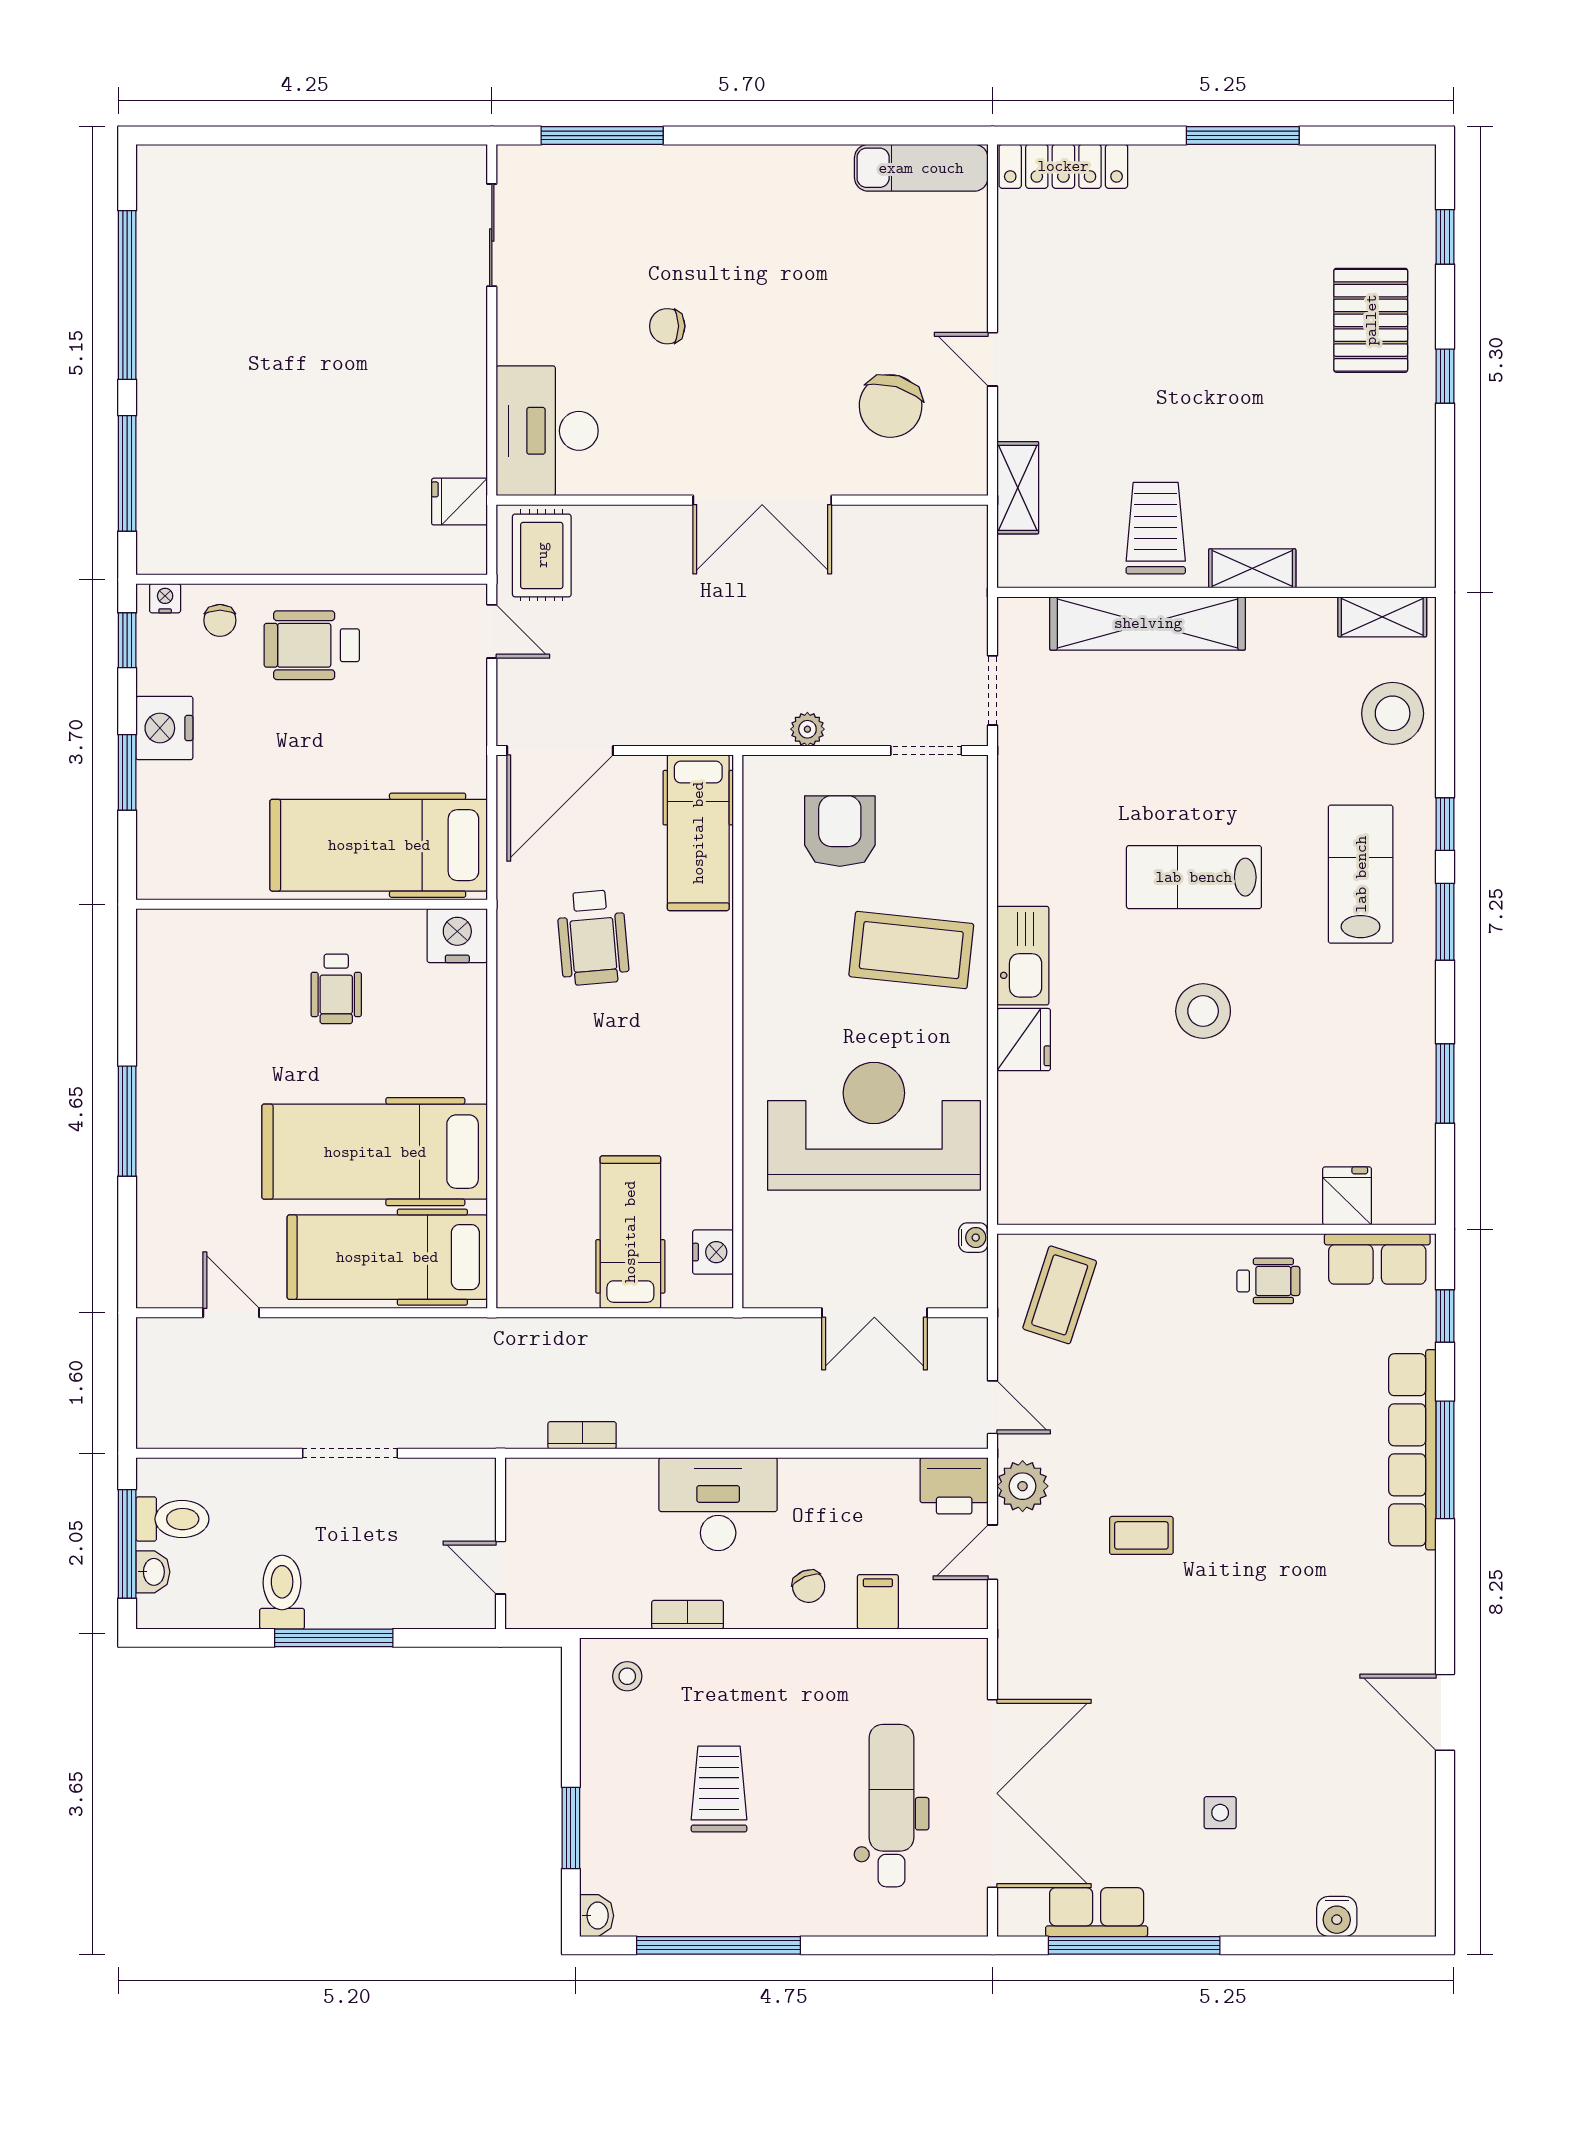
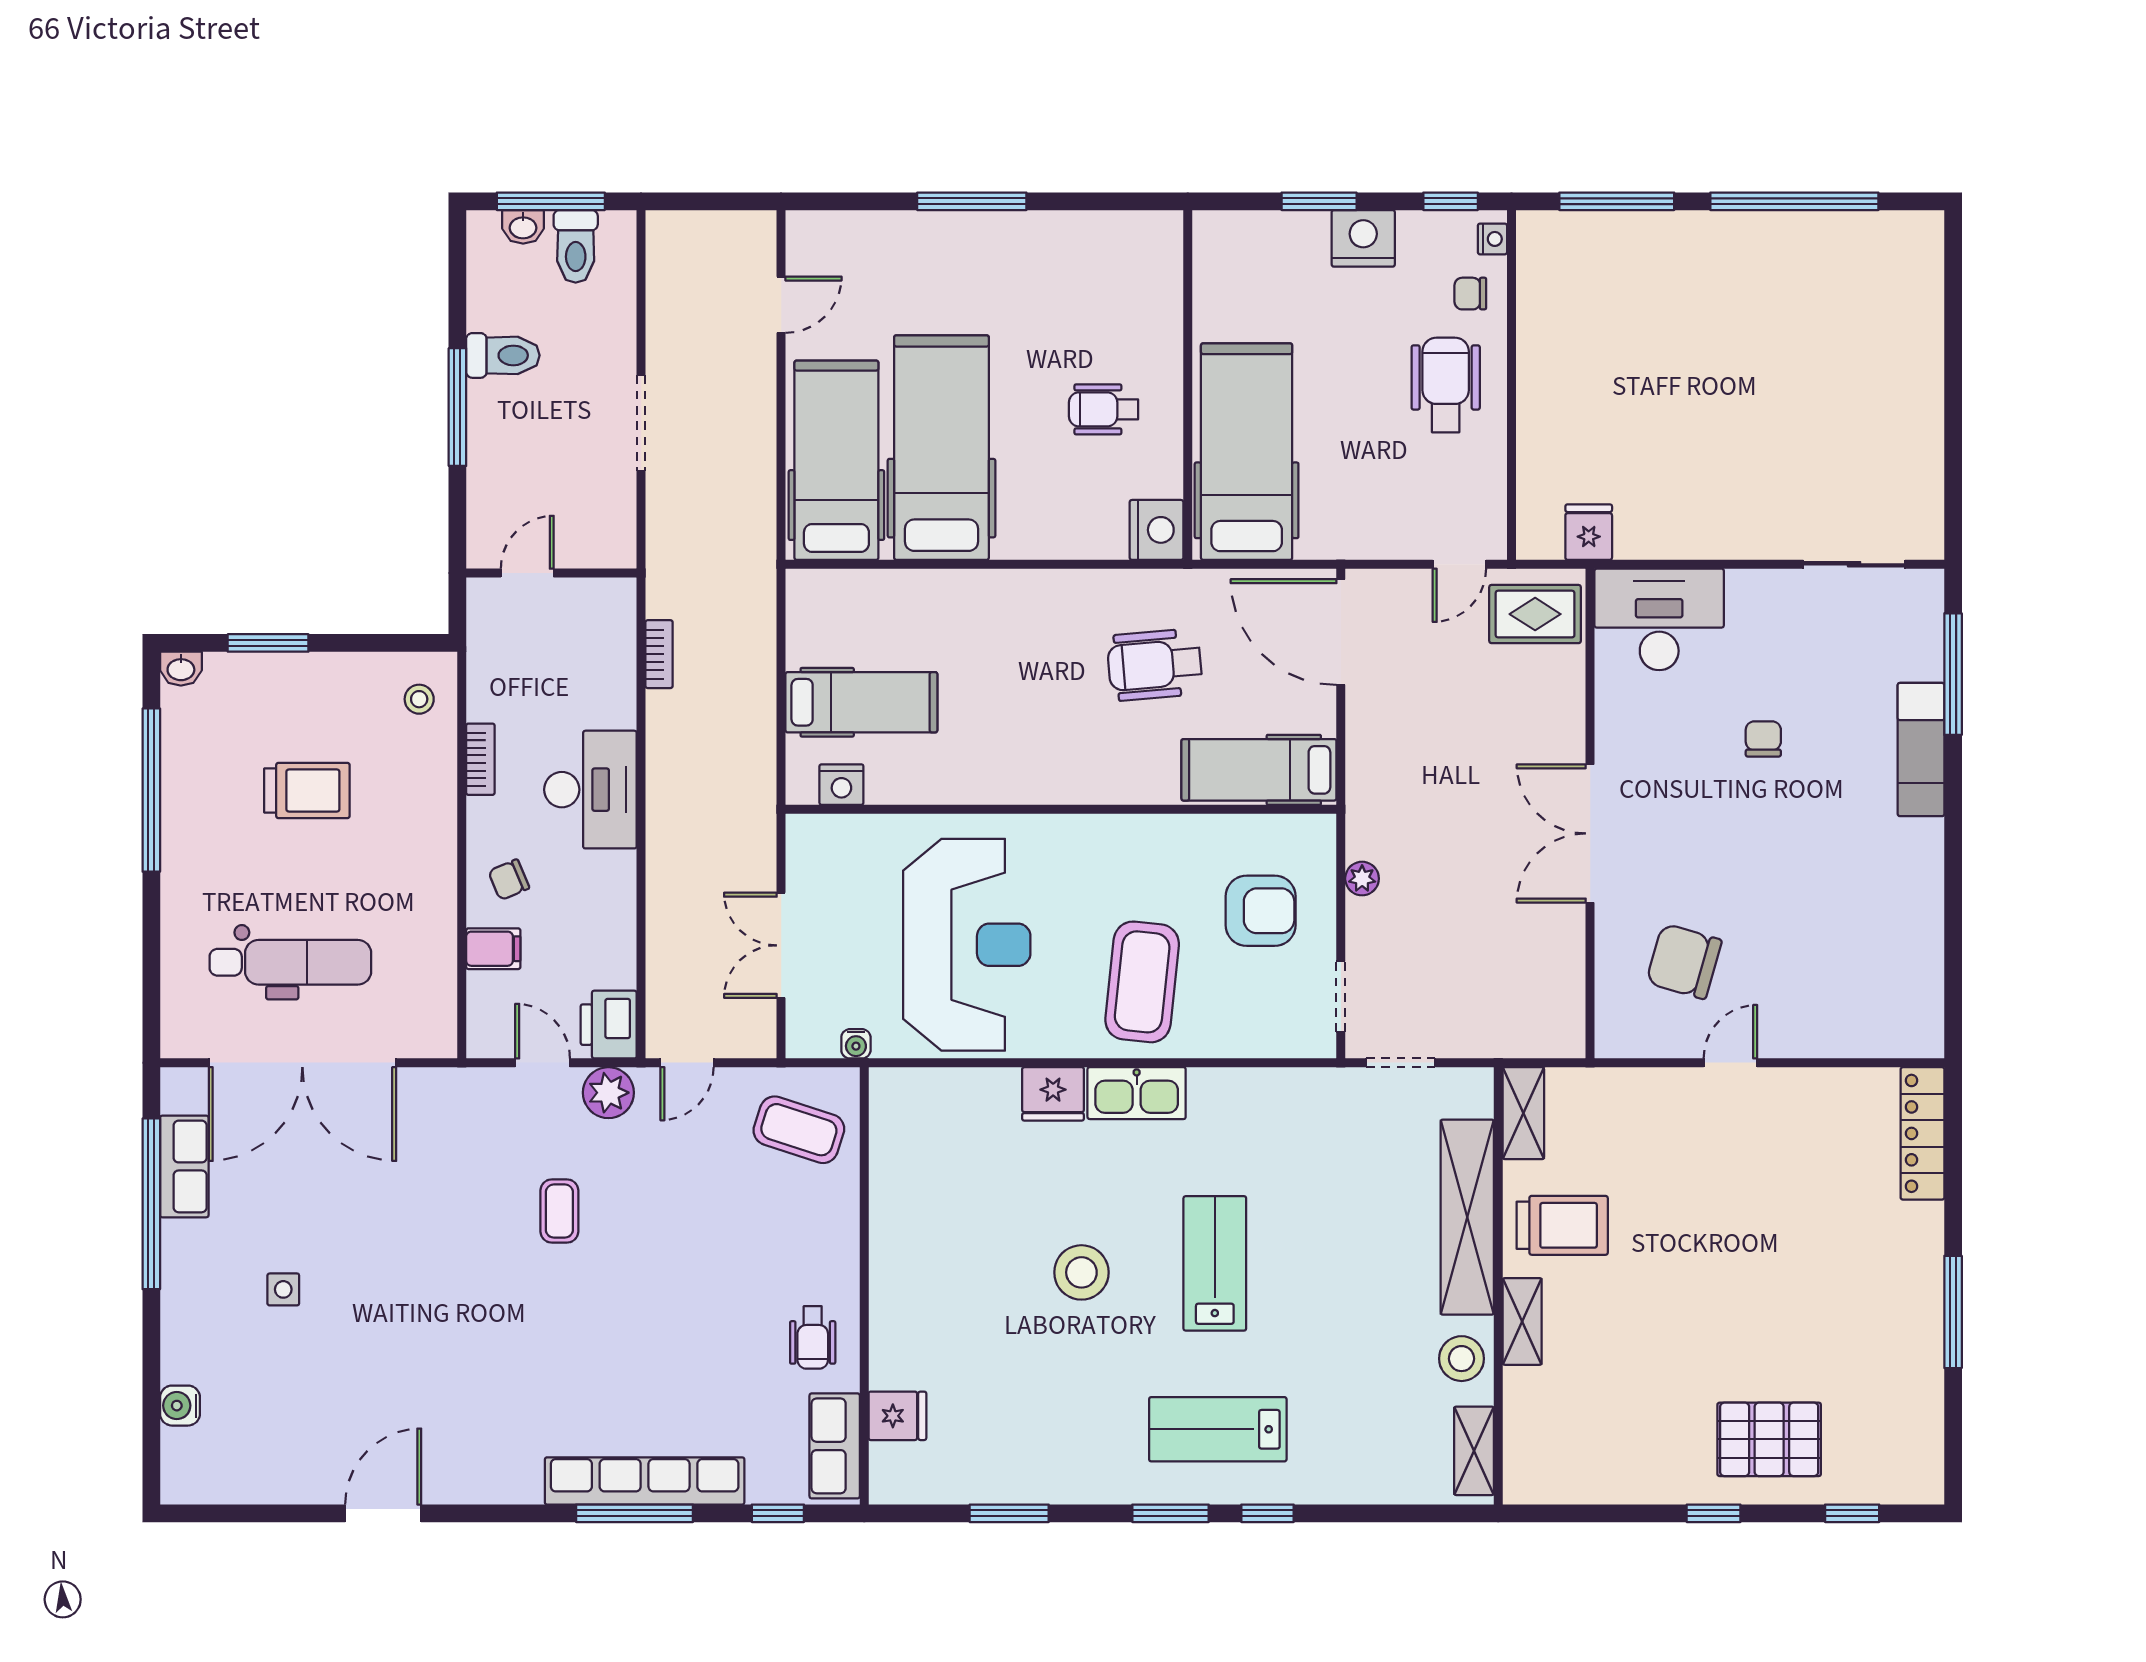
exam couch: (921, 168) -> (1921, 750), moved
shelving: (1018, 488) -> (1523, 1113), moved, turned 90
stool: (1393, 713) -> (1462, 1359), moved, width x0.73, depth x0.73
lab bench: (1361, 874) -> (1218, 1429), turned 180

